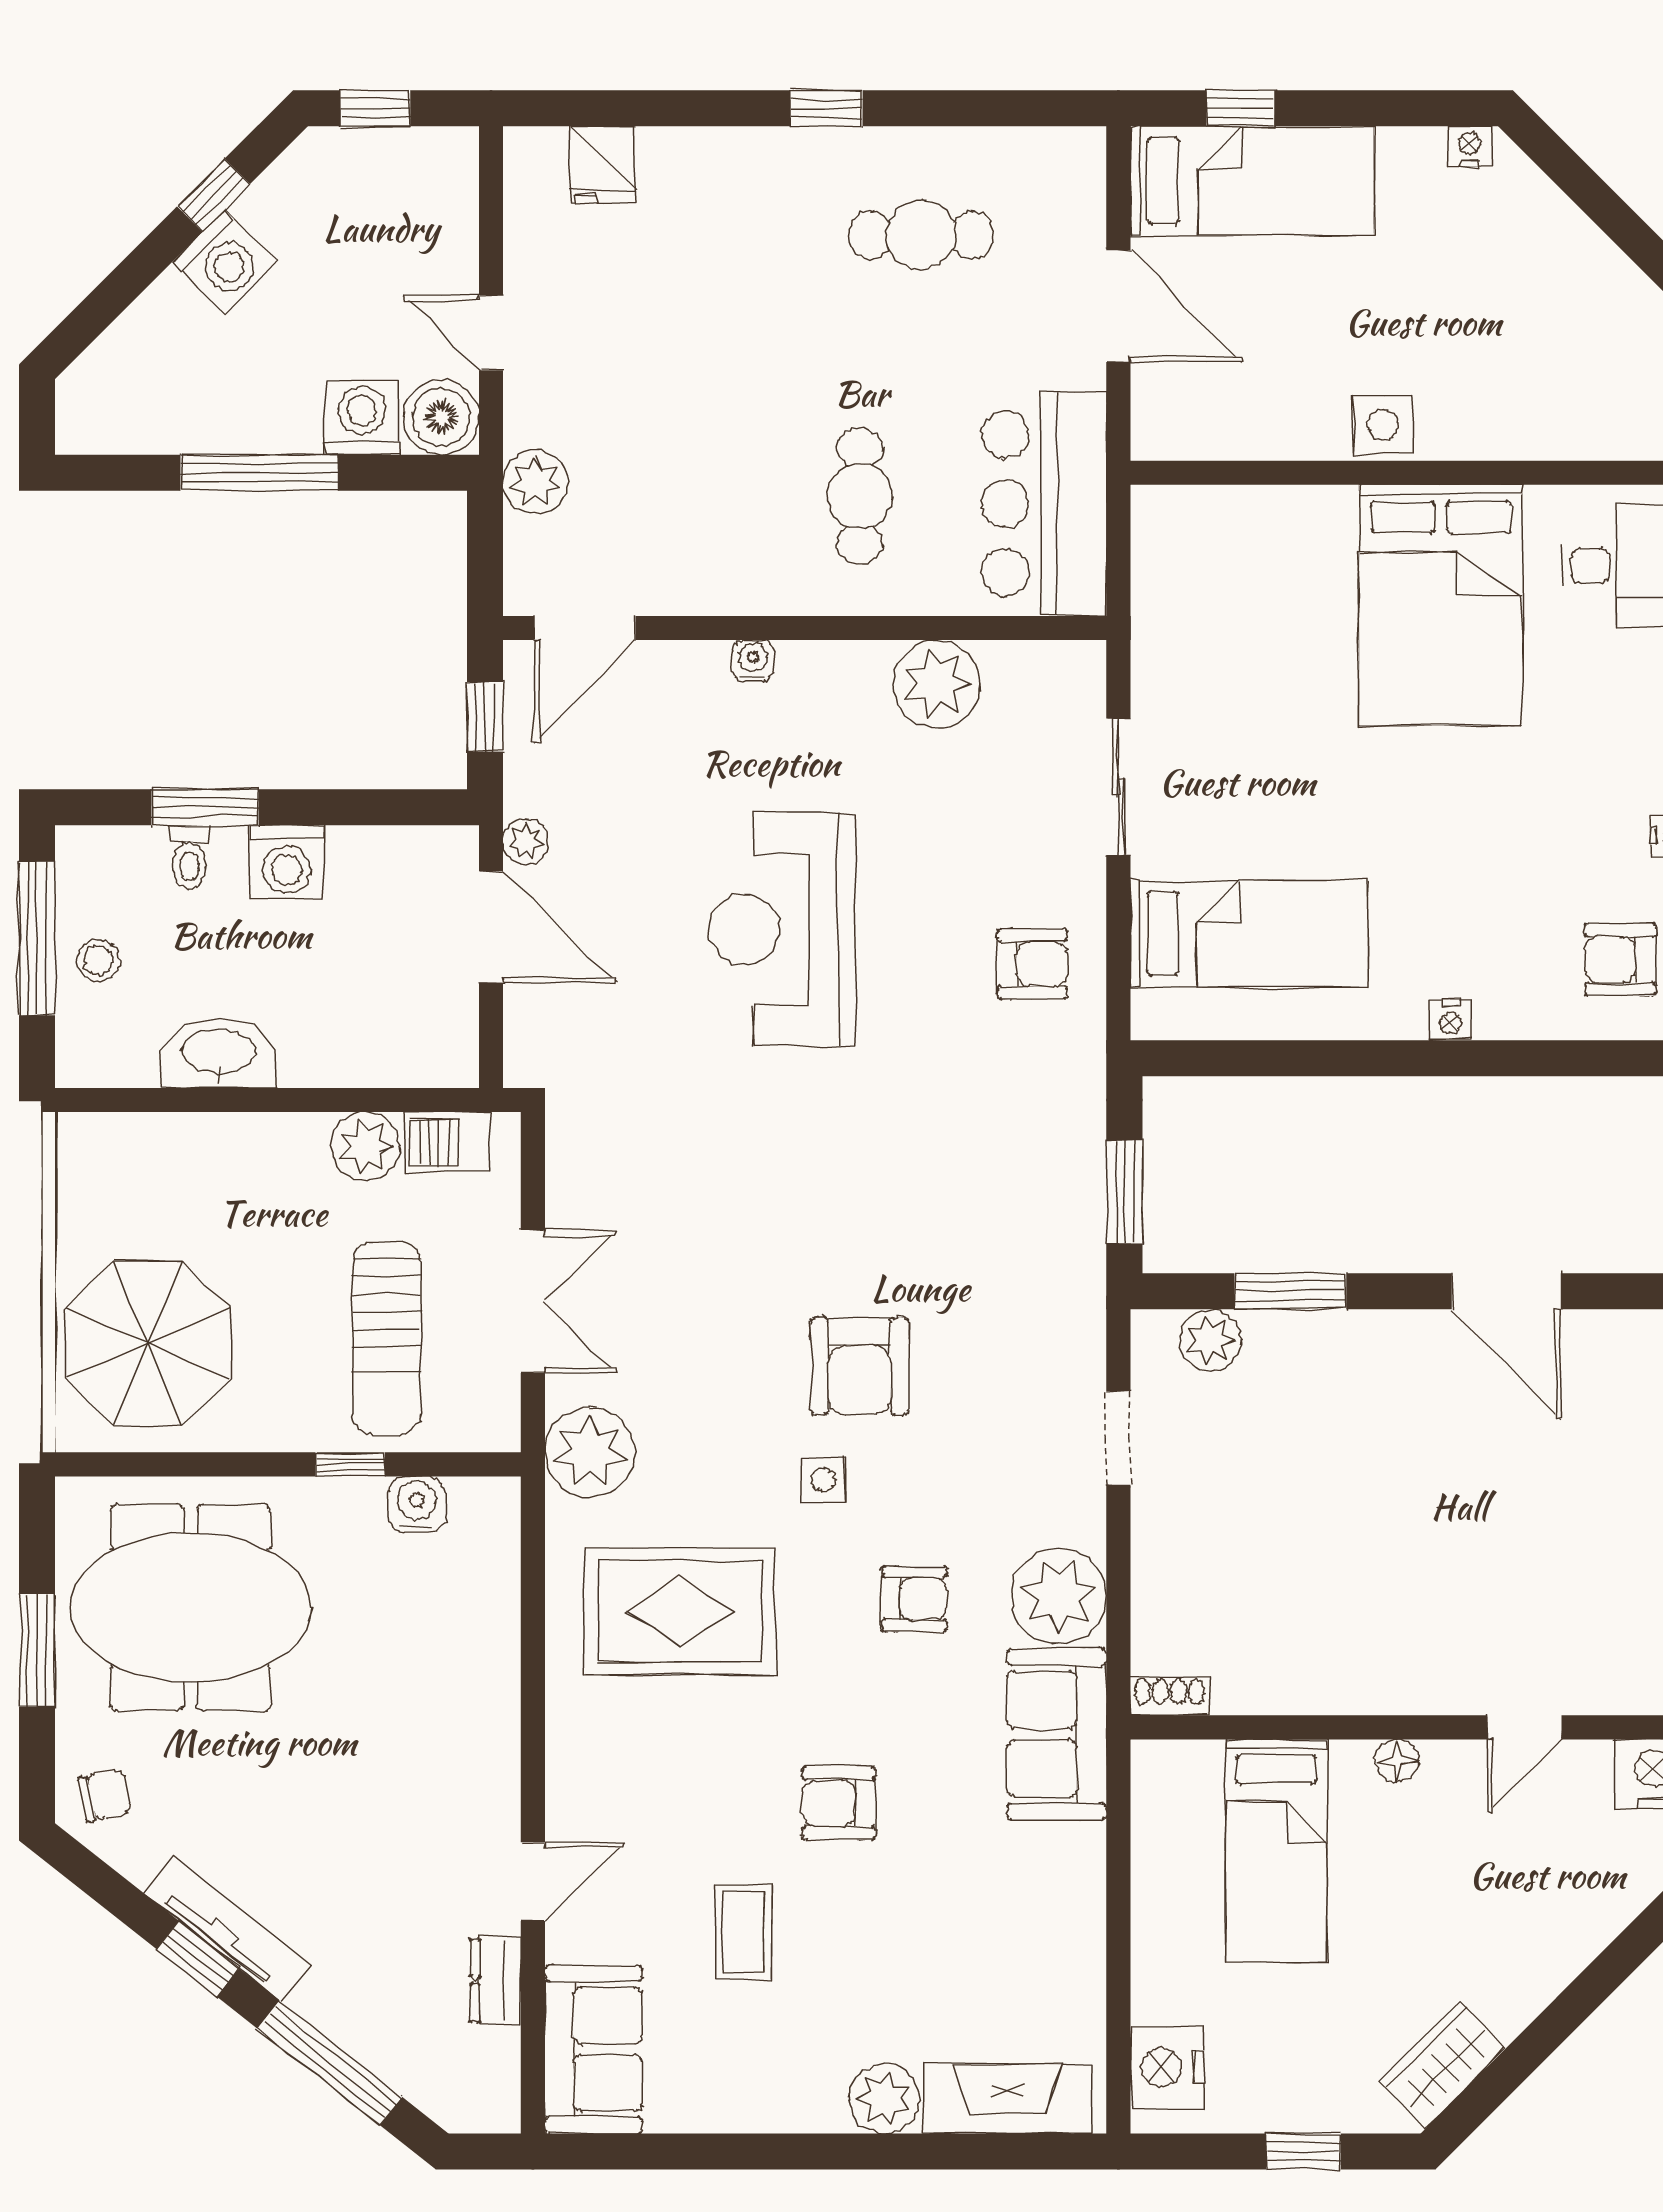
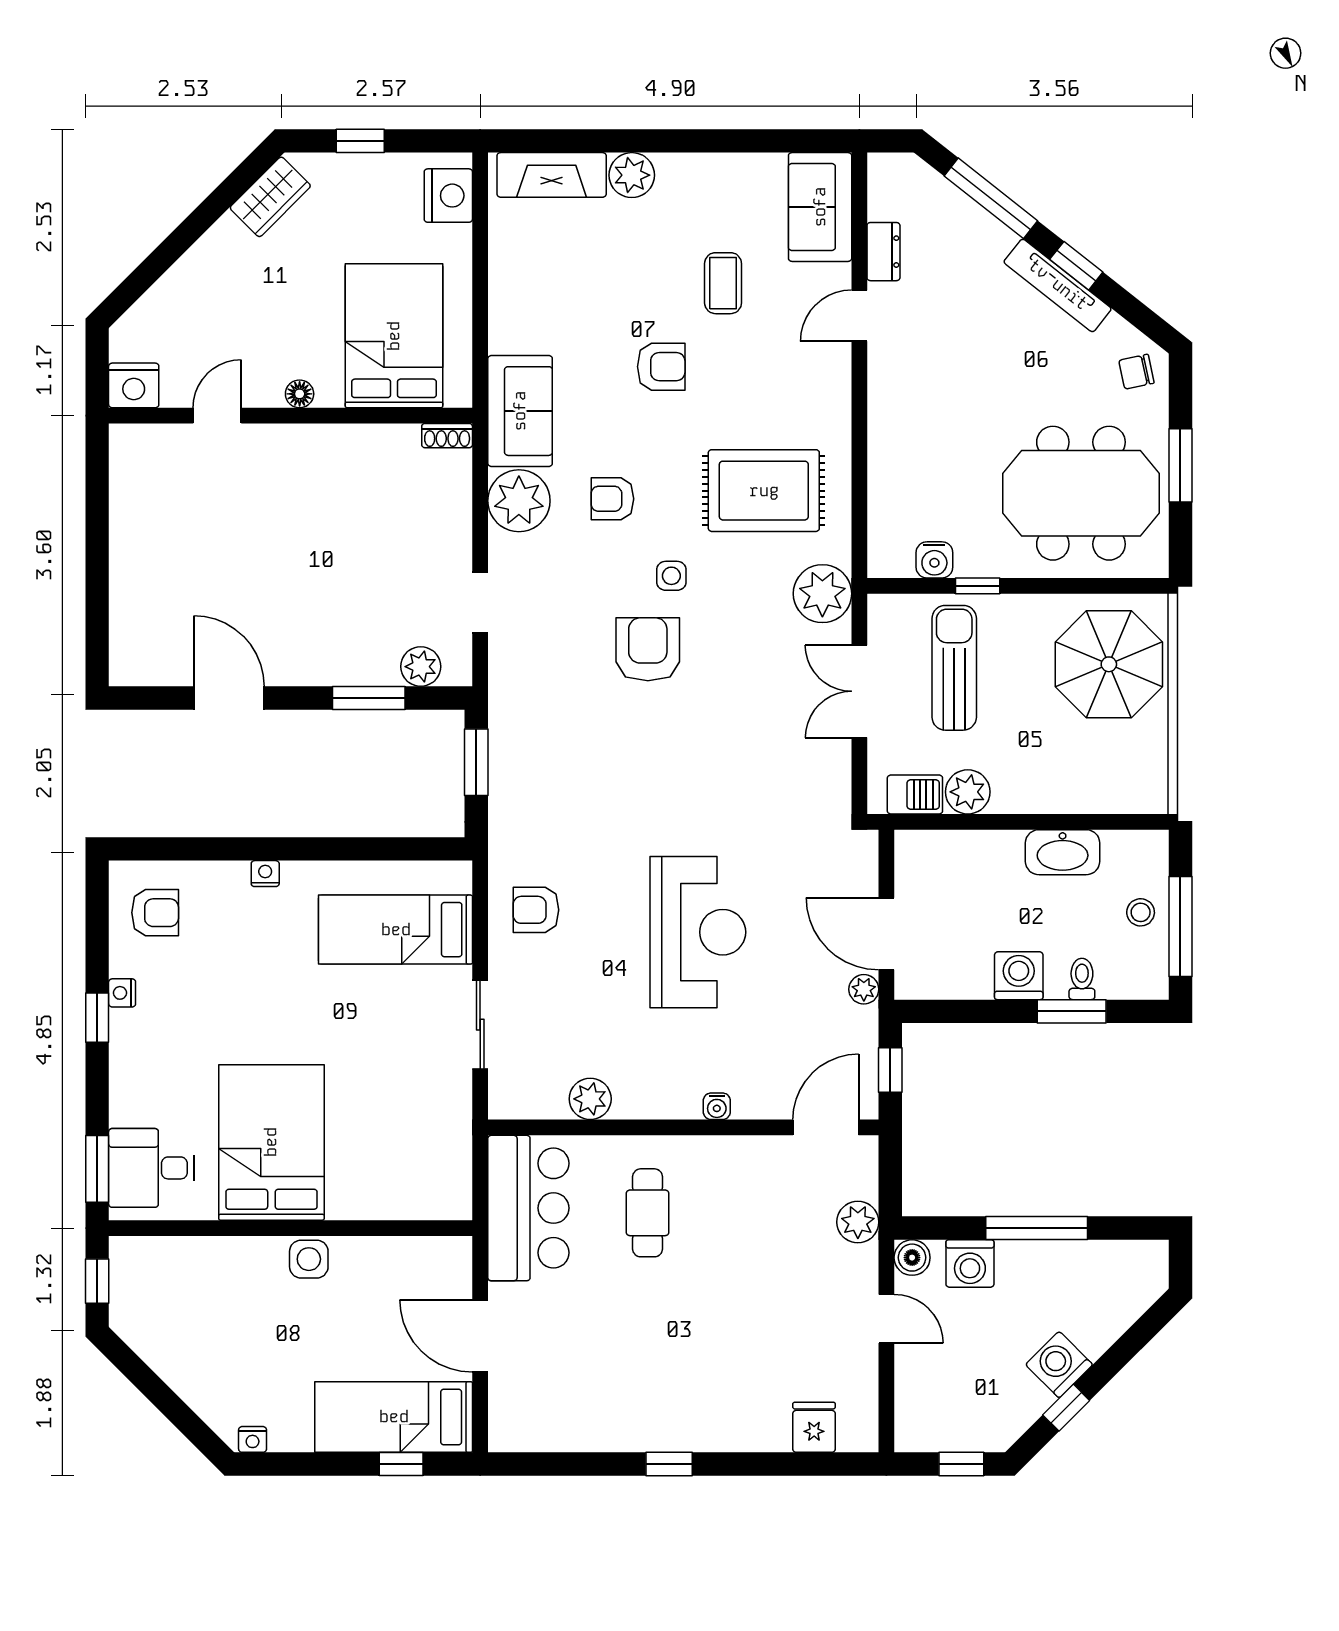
cafe table: (921, 235) -> (608, 1382), removed
boiler: (441, 417) -> (912, 1258), width x0.73, depth x0.73
plant: (937, 684) -> (590, 1099), width x0.73, depth x0.73
bed: (1276, 1851) -> (394, 336), width x1.50

